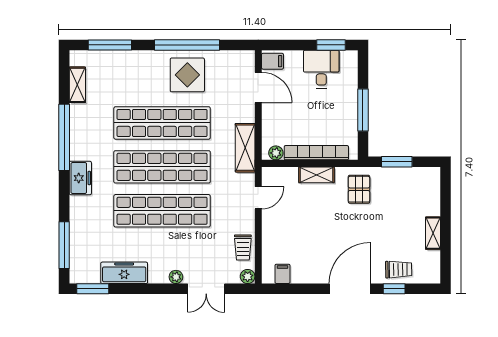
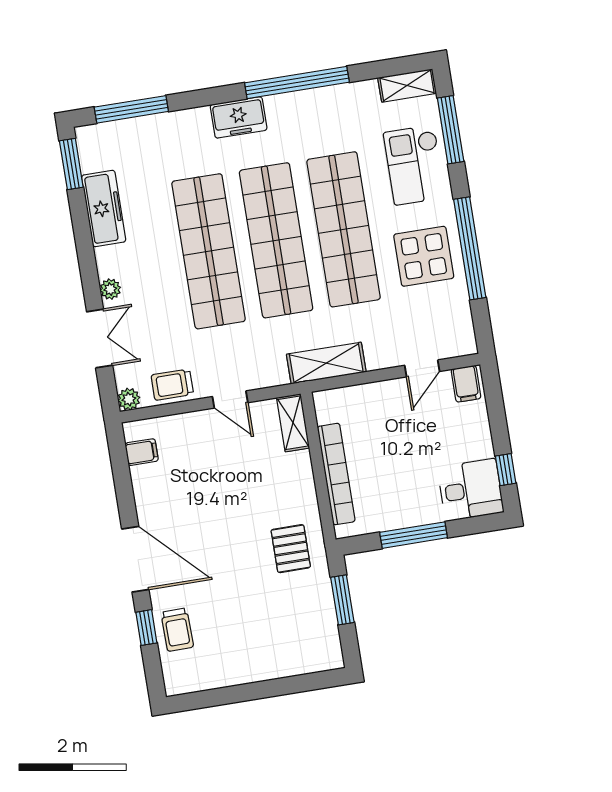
window: (331, 45) -> (506, 470), width x0.67
desk: (321, 69) -> (471, 490), moved
checkout: (129, 71) -> (414, 165), added
shelving: (77, 85) -> (407, 85), moved
door: (258, 87) -> (422, 368), width x0.73
plant: (276, 153) -> (326, 412), removed
shelving: (316, 175) -> (293, 423), moved
pallet: (359, 189) -> (291, 549), turned 90
door: (258, 198) -> (230, 400), moved
shelving: (433, 233) -> (242, 673), removed
double door: (206, 289) -> (100, 339), swing flipped

